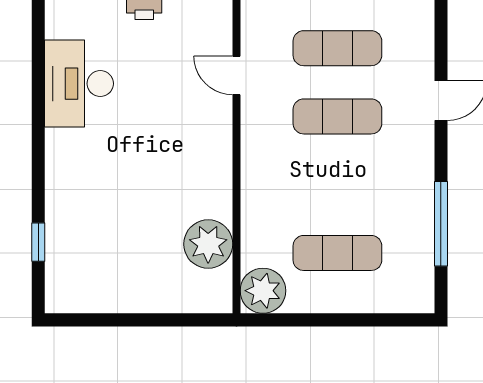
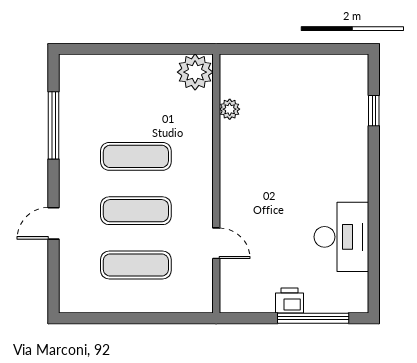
plant: (208, 244) -> (230, 109), width x0.53, depth x0.53
exercise mat: (337, 253) -> (136, 156), moved

